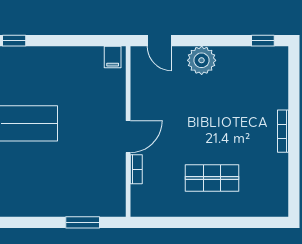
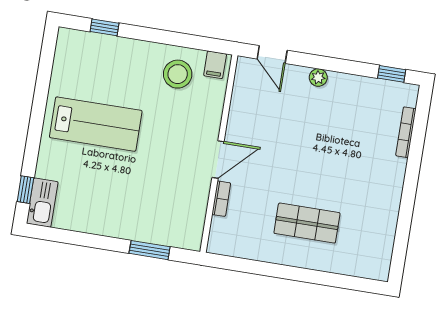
plant: (202, 60) -> (318, 78), width x0.53, depth x0.53
stool: (82, 70) -> (178, 74), added
bookcase: (283, 131) -> (406, 132), moved

